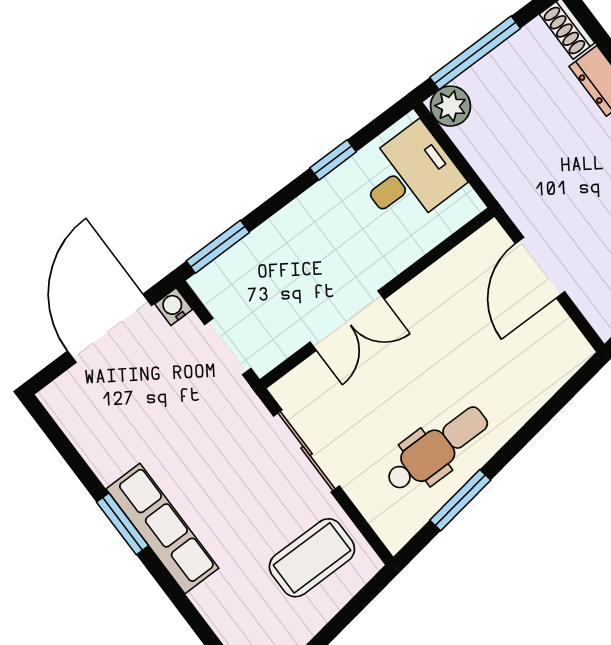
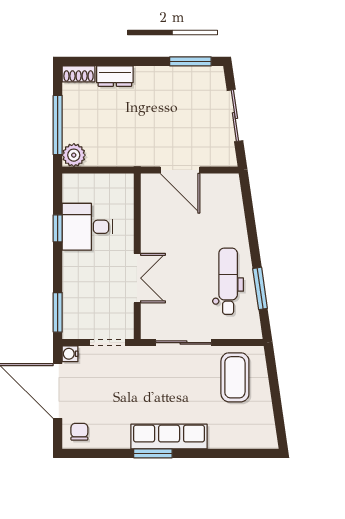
desk: (409, 176) -> (87, 227), moved, turned -90
chair: (76, 400) -> (79, 432), added

